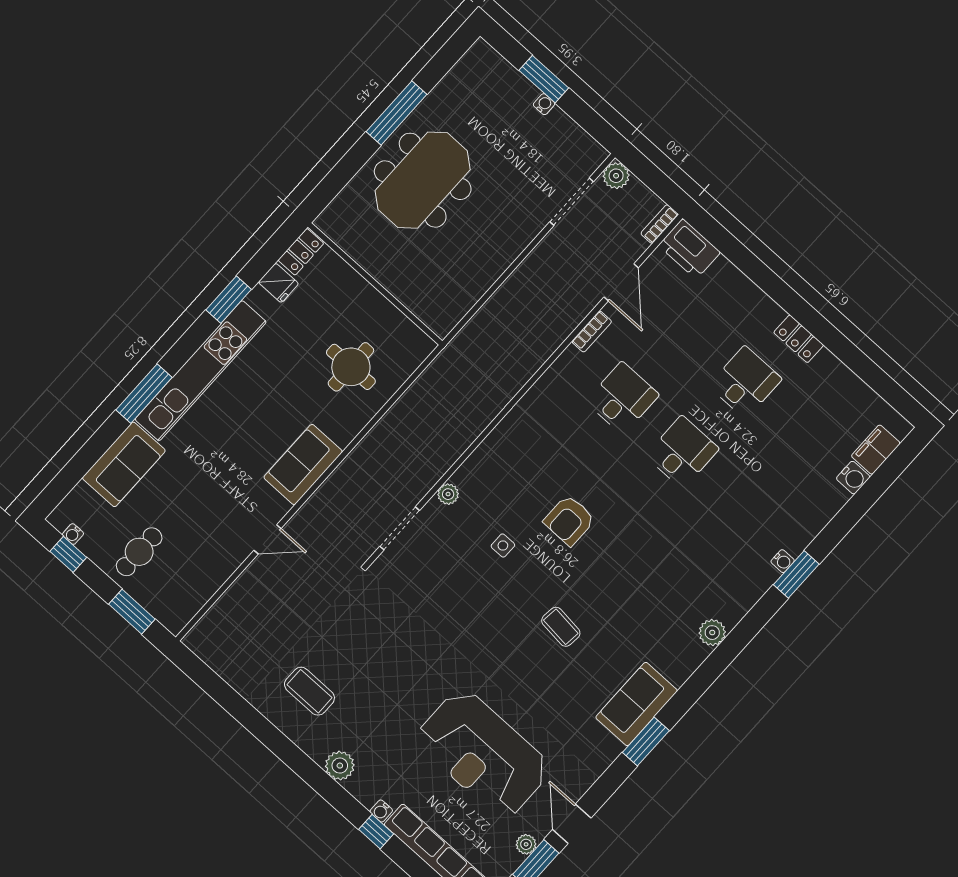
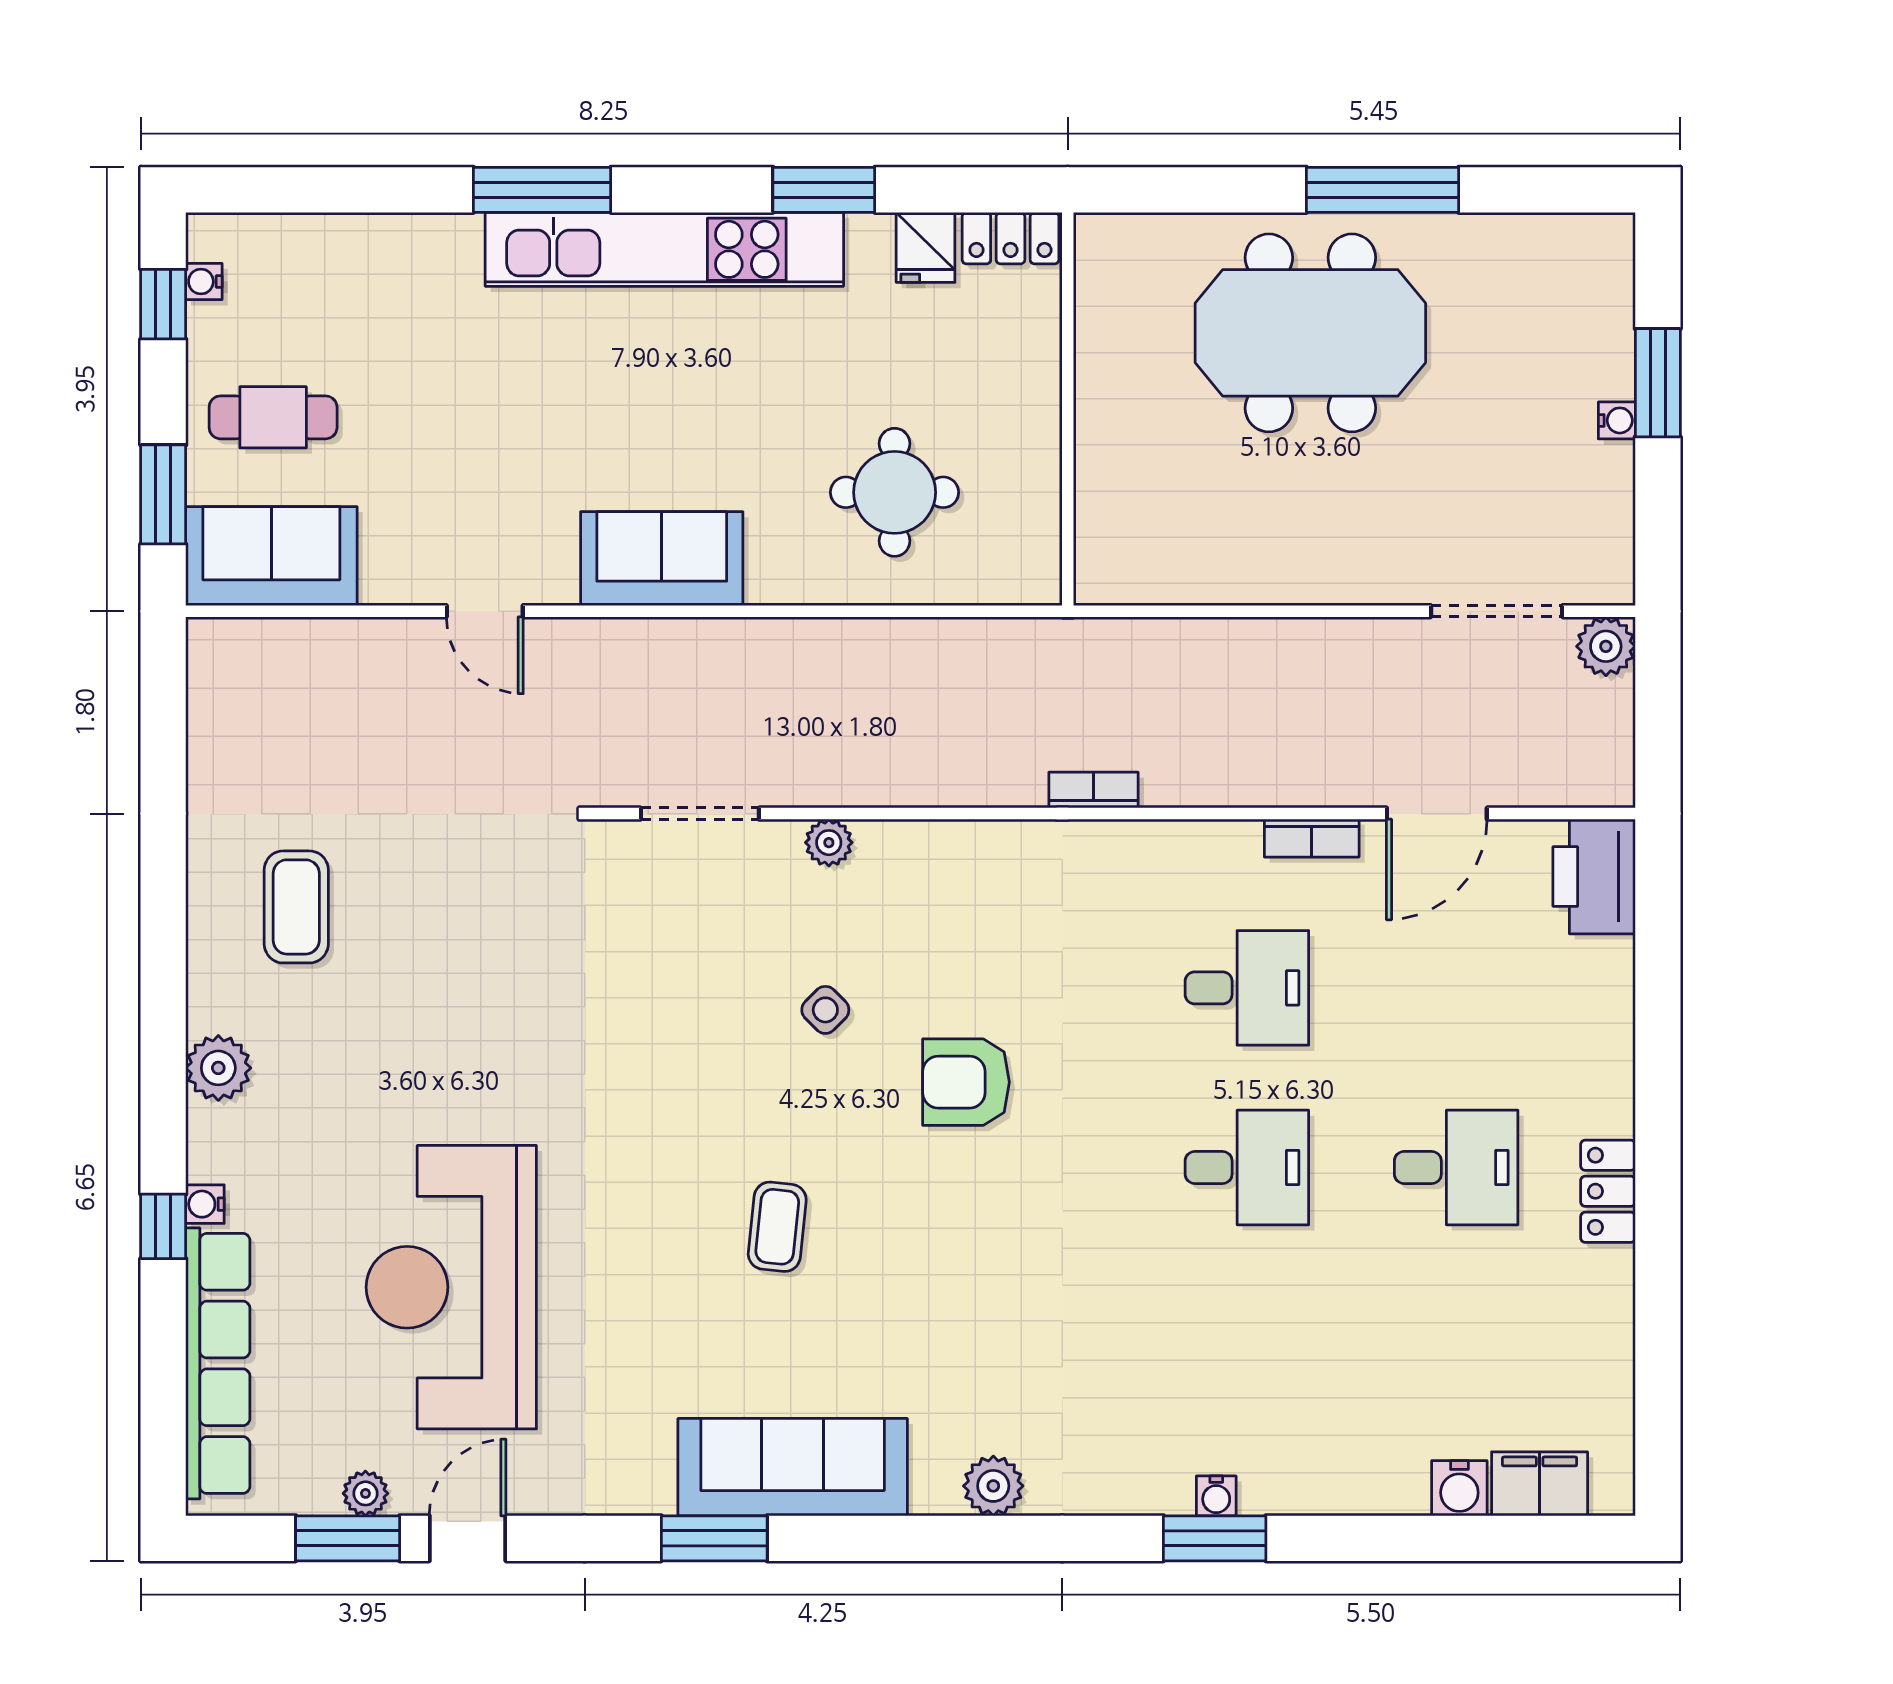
bookcase: (659, 224) -> (1093, 790), moved
sofa: (124, 464) -> (271, 556), moved, turned 180
side table: (503, 546) -> (825, 1010), turned 45
sofa: (637, 704) -> (793, 1467), width x1.36

